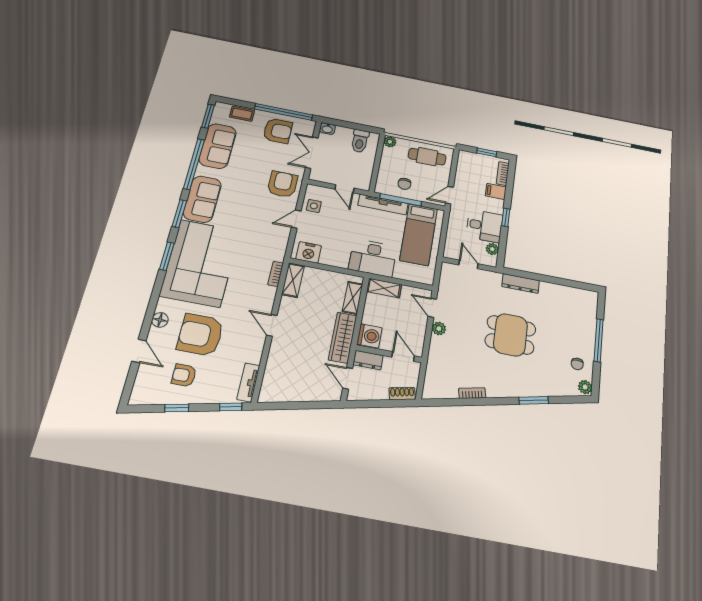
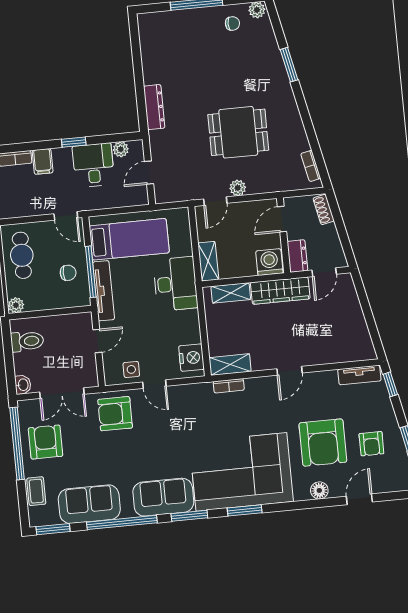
dining table: (510, 335) -> (238, 132), moved, turned 90
bookcase: (472, 393) -> (311, 166), moved

